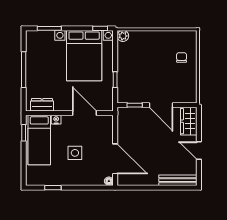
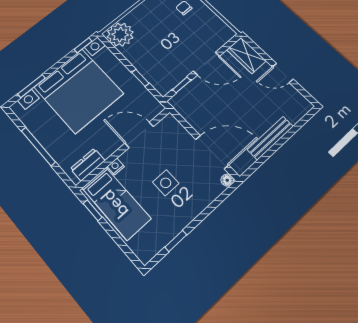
plant: (123, 36) -> (120, 35), width x1.88, depth x1.88
bed with nightstands: (84, 56) -> (79, 90), width x1.36
bench: (178, 180) -> (270, 138), moved

